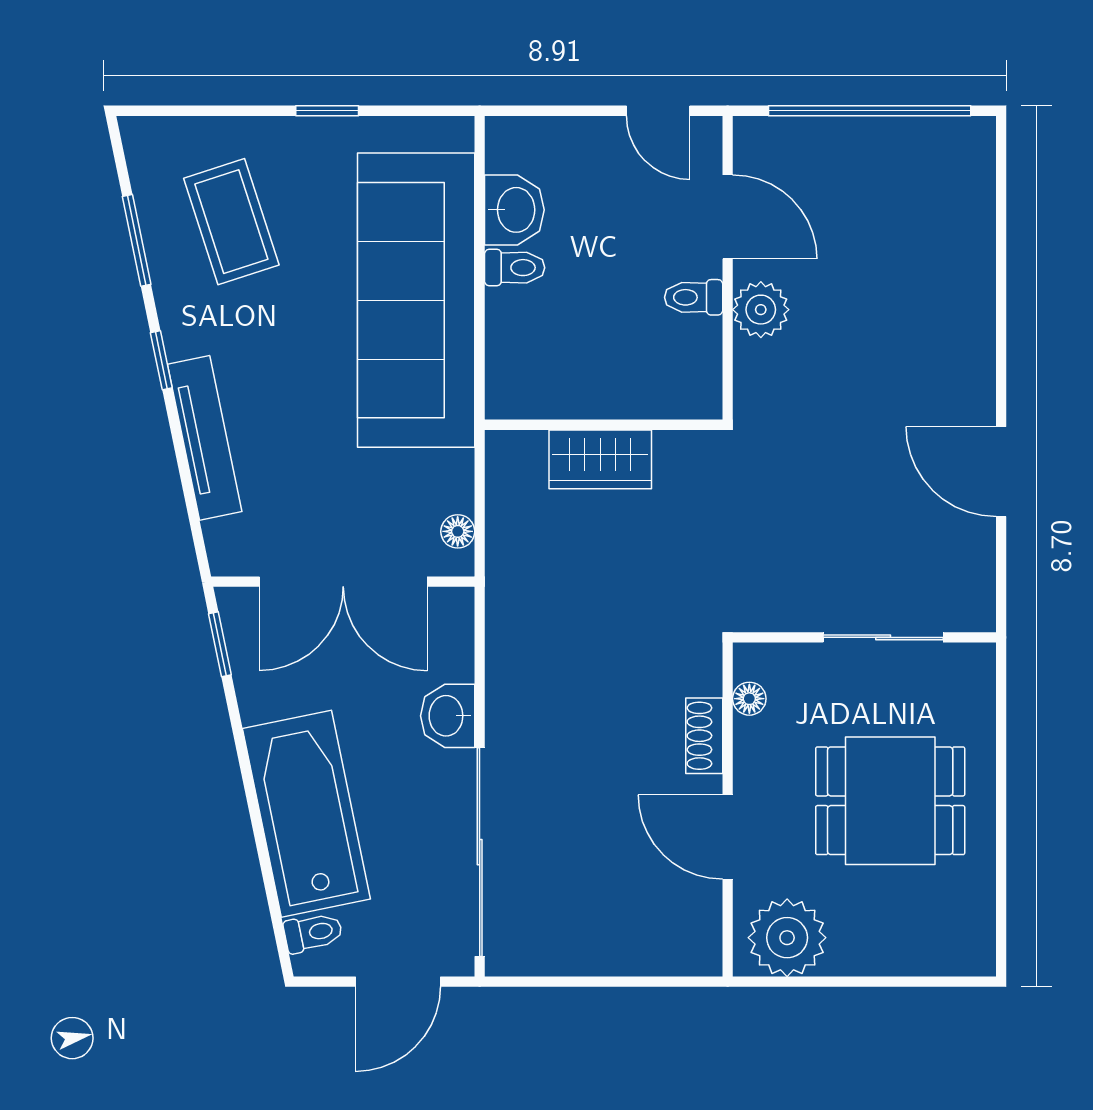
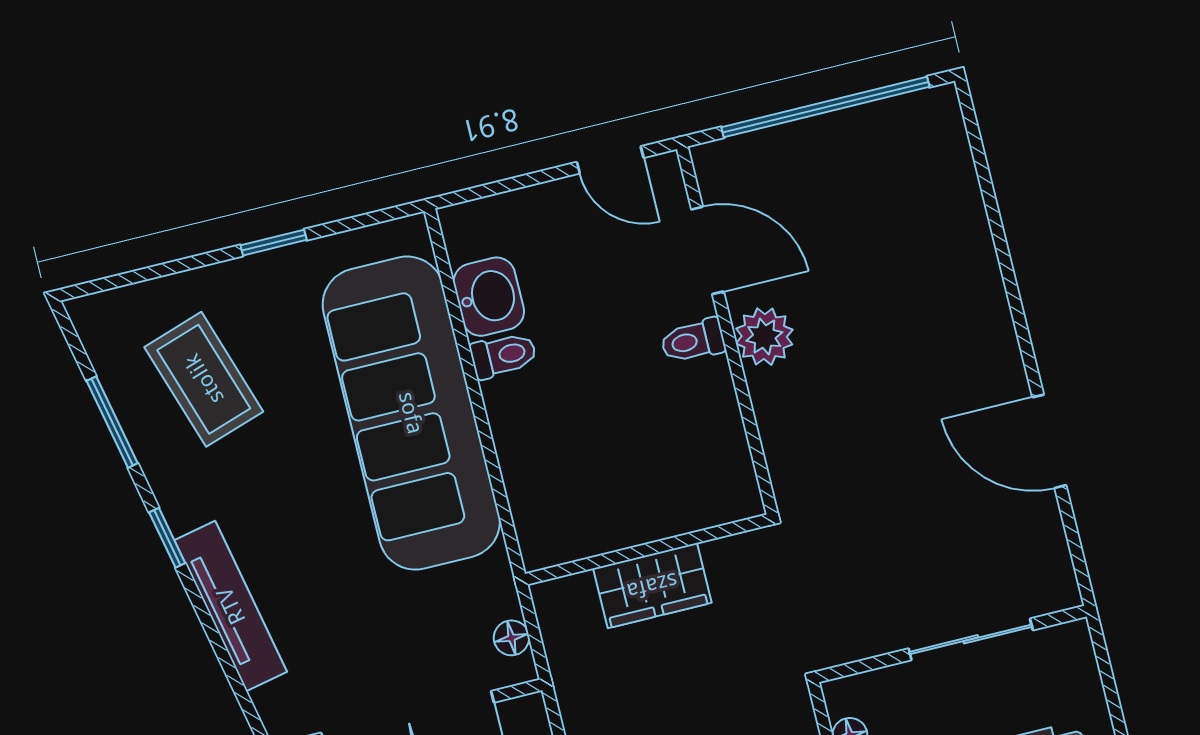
wall: (604, 425) -> (647, 550), moved
wardrobe: (600, 459) -> (652, 586), moved

